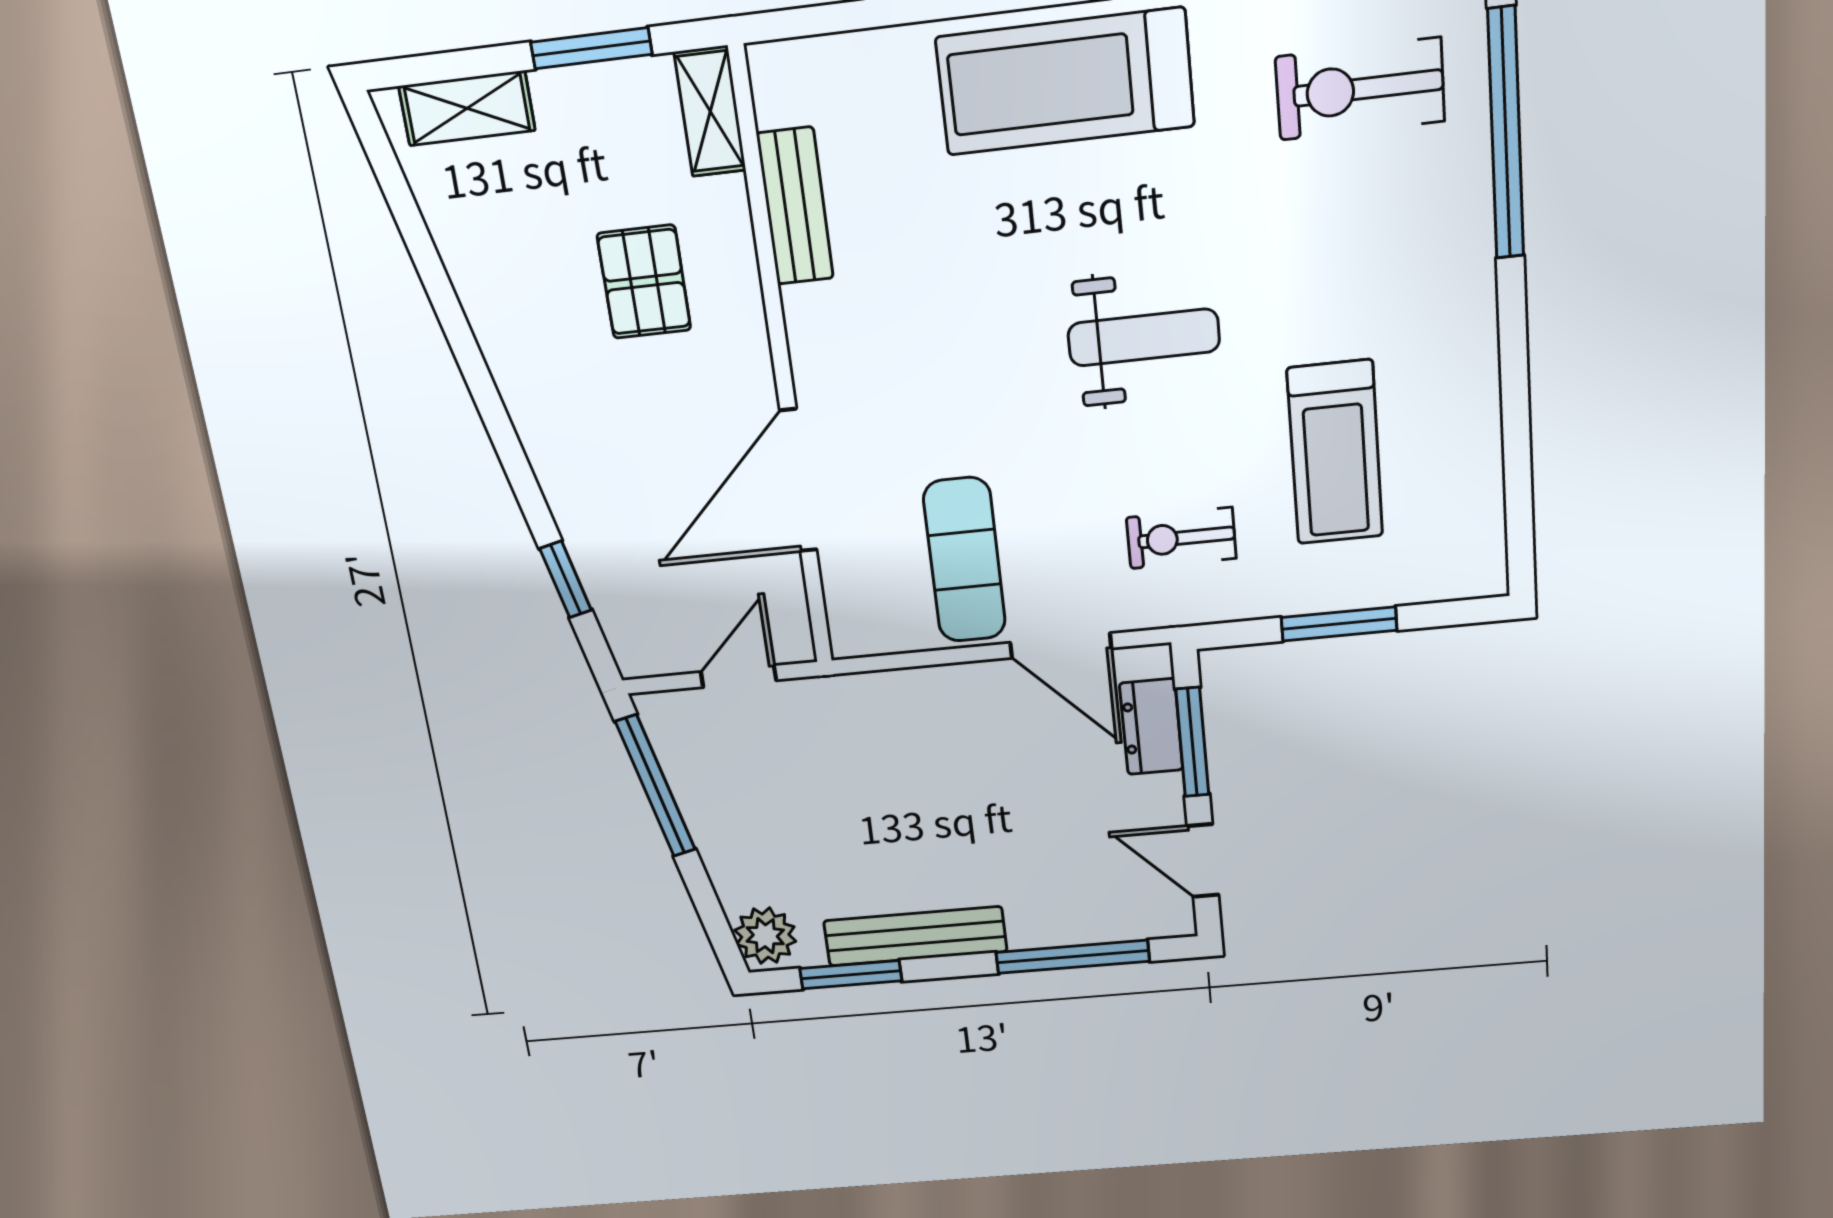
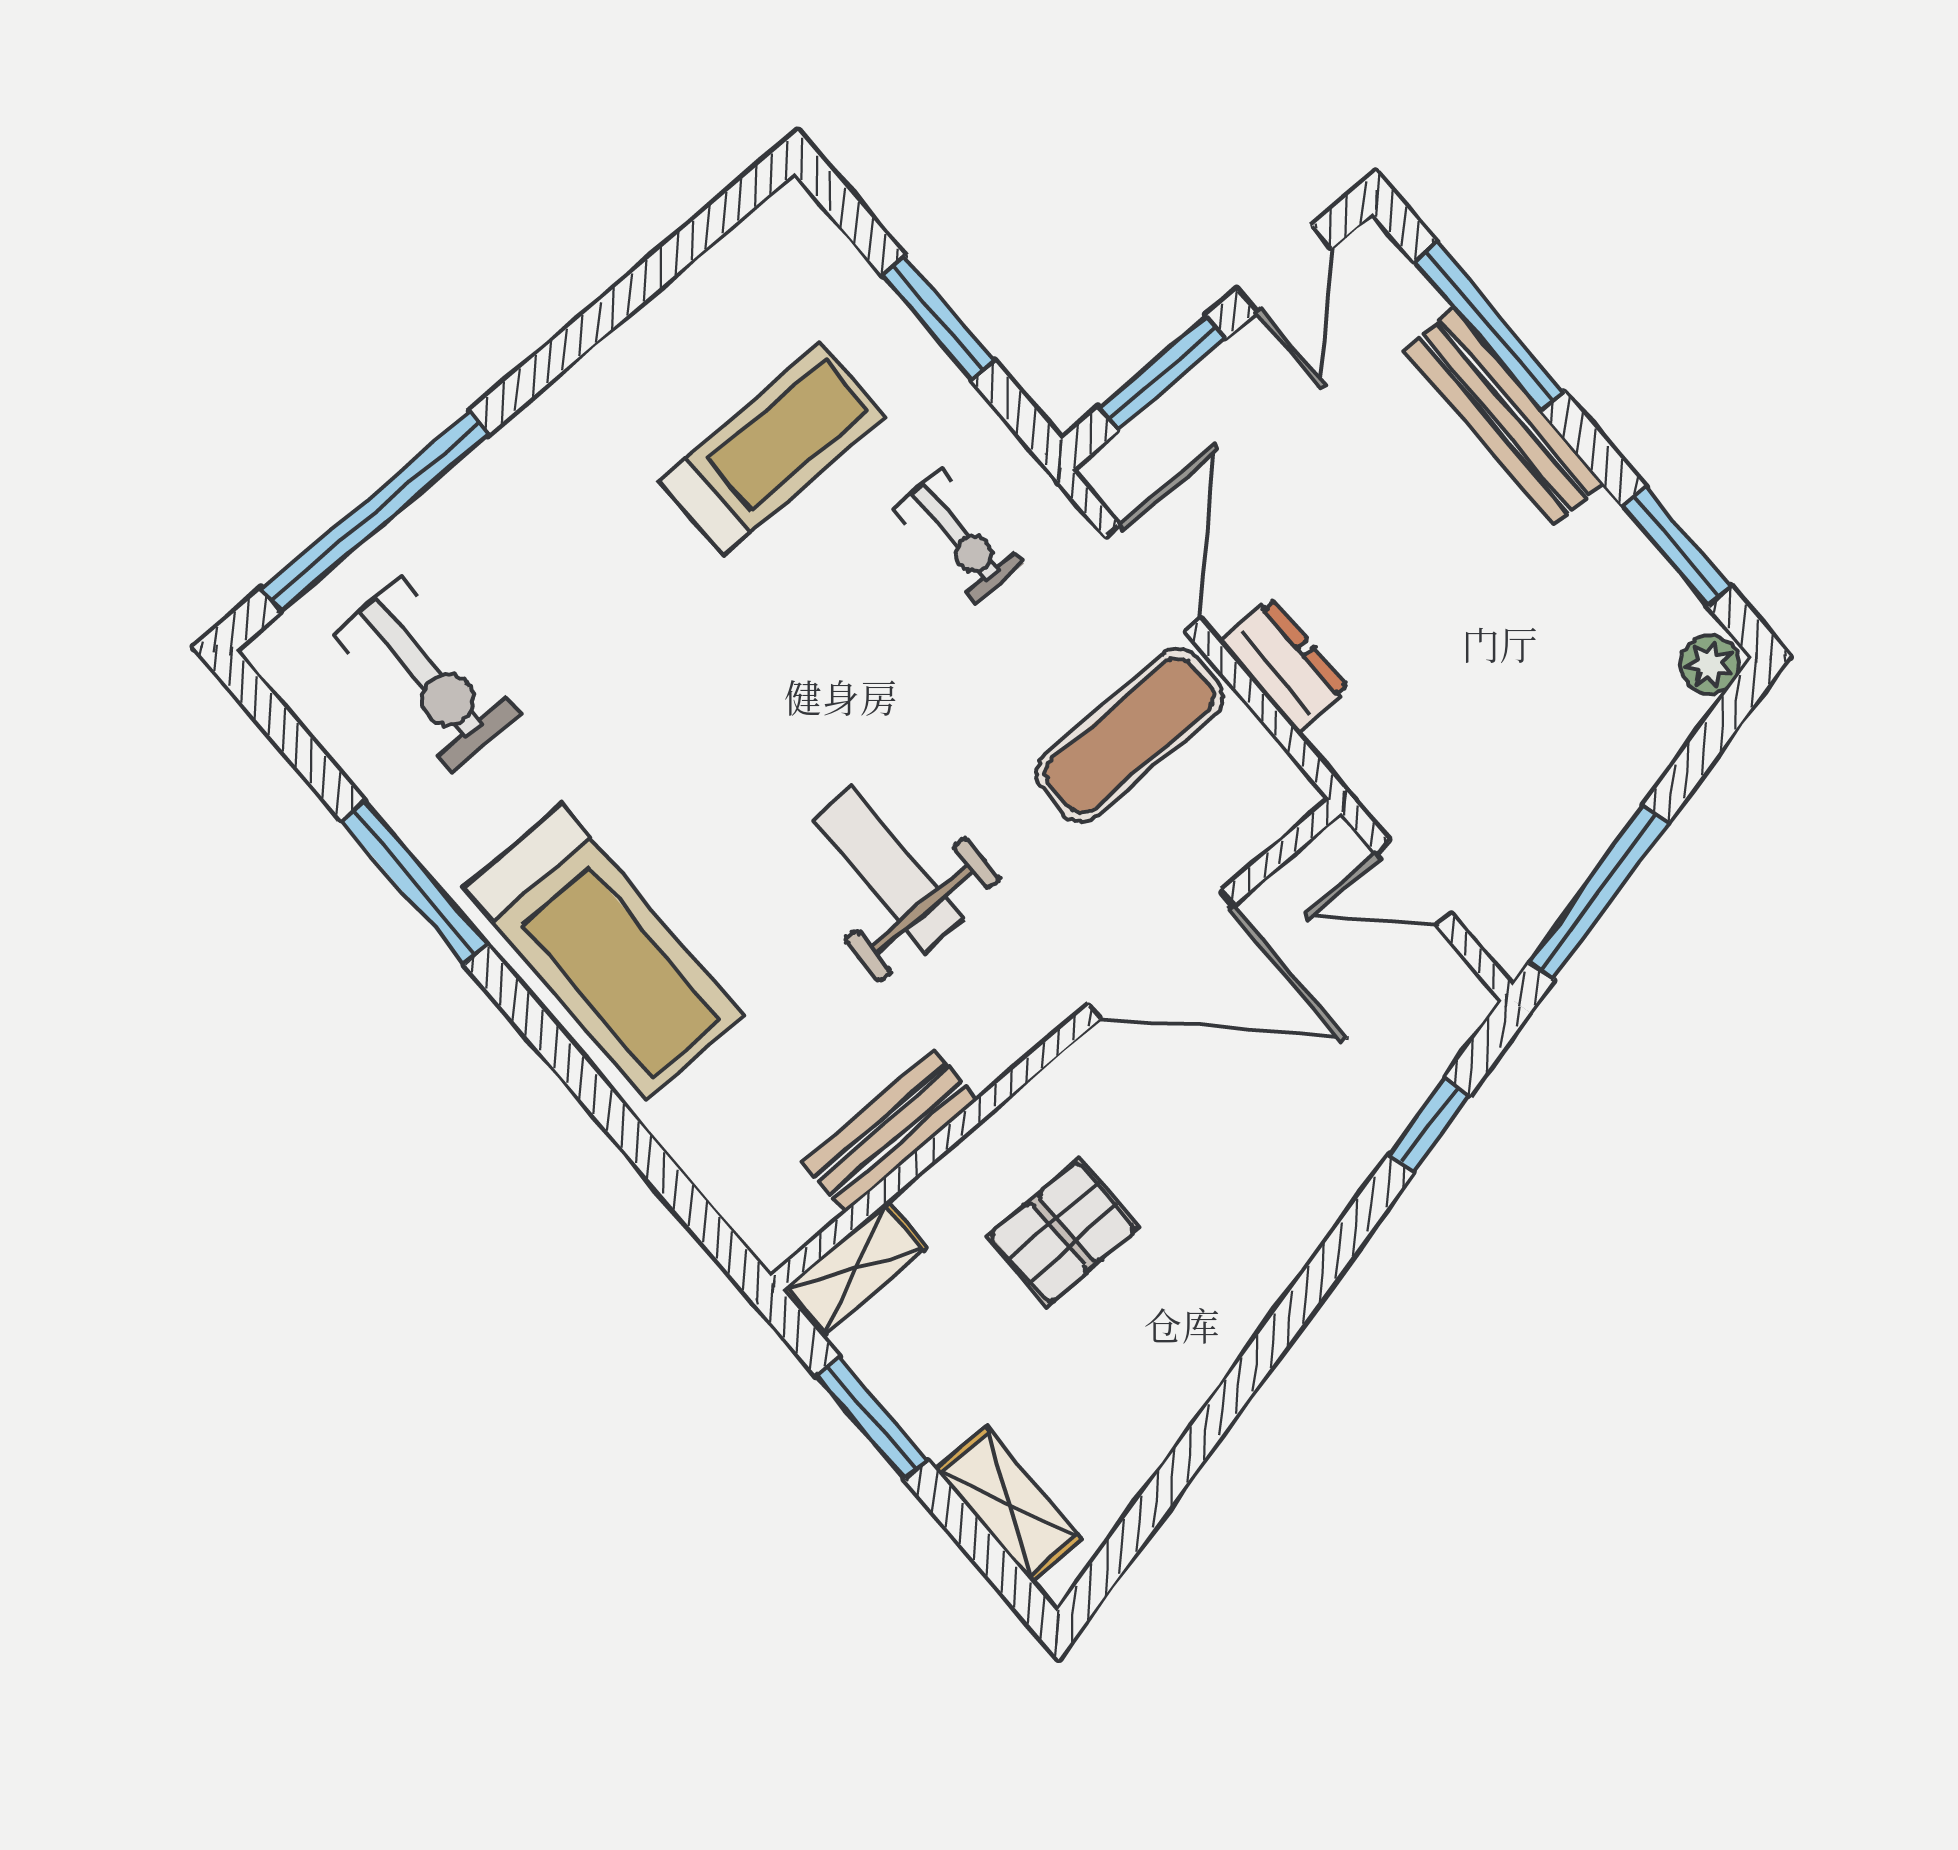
weight bench: (1144, 337) -> (888, 870), moved
dresser: (1151, 727) -> (1284, 666), moved, turned -90
plant: (765, 936) -> (1710, 665), width x0.73, depth x0.73
bench: (915, 936) -> (1504, 417), moved

